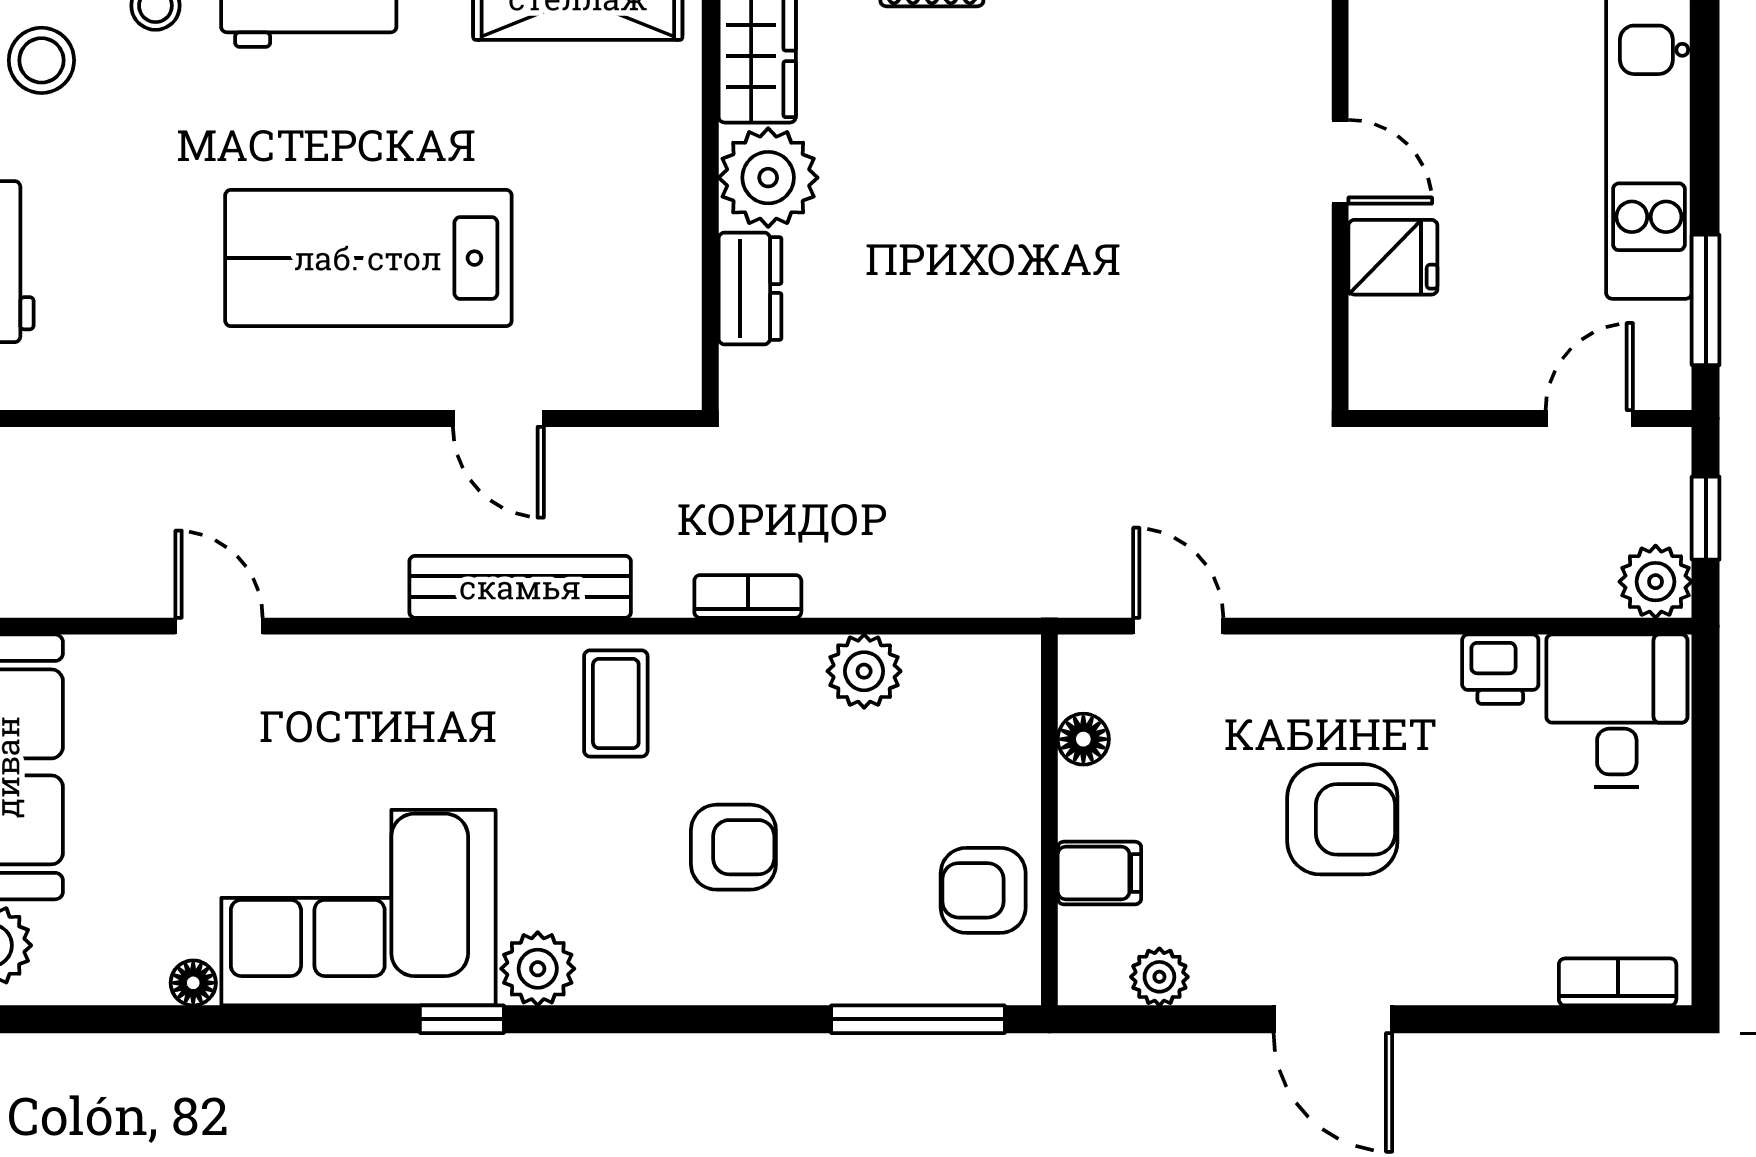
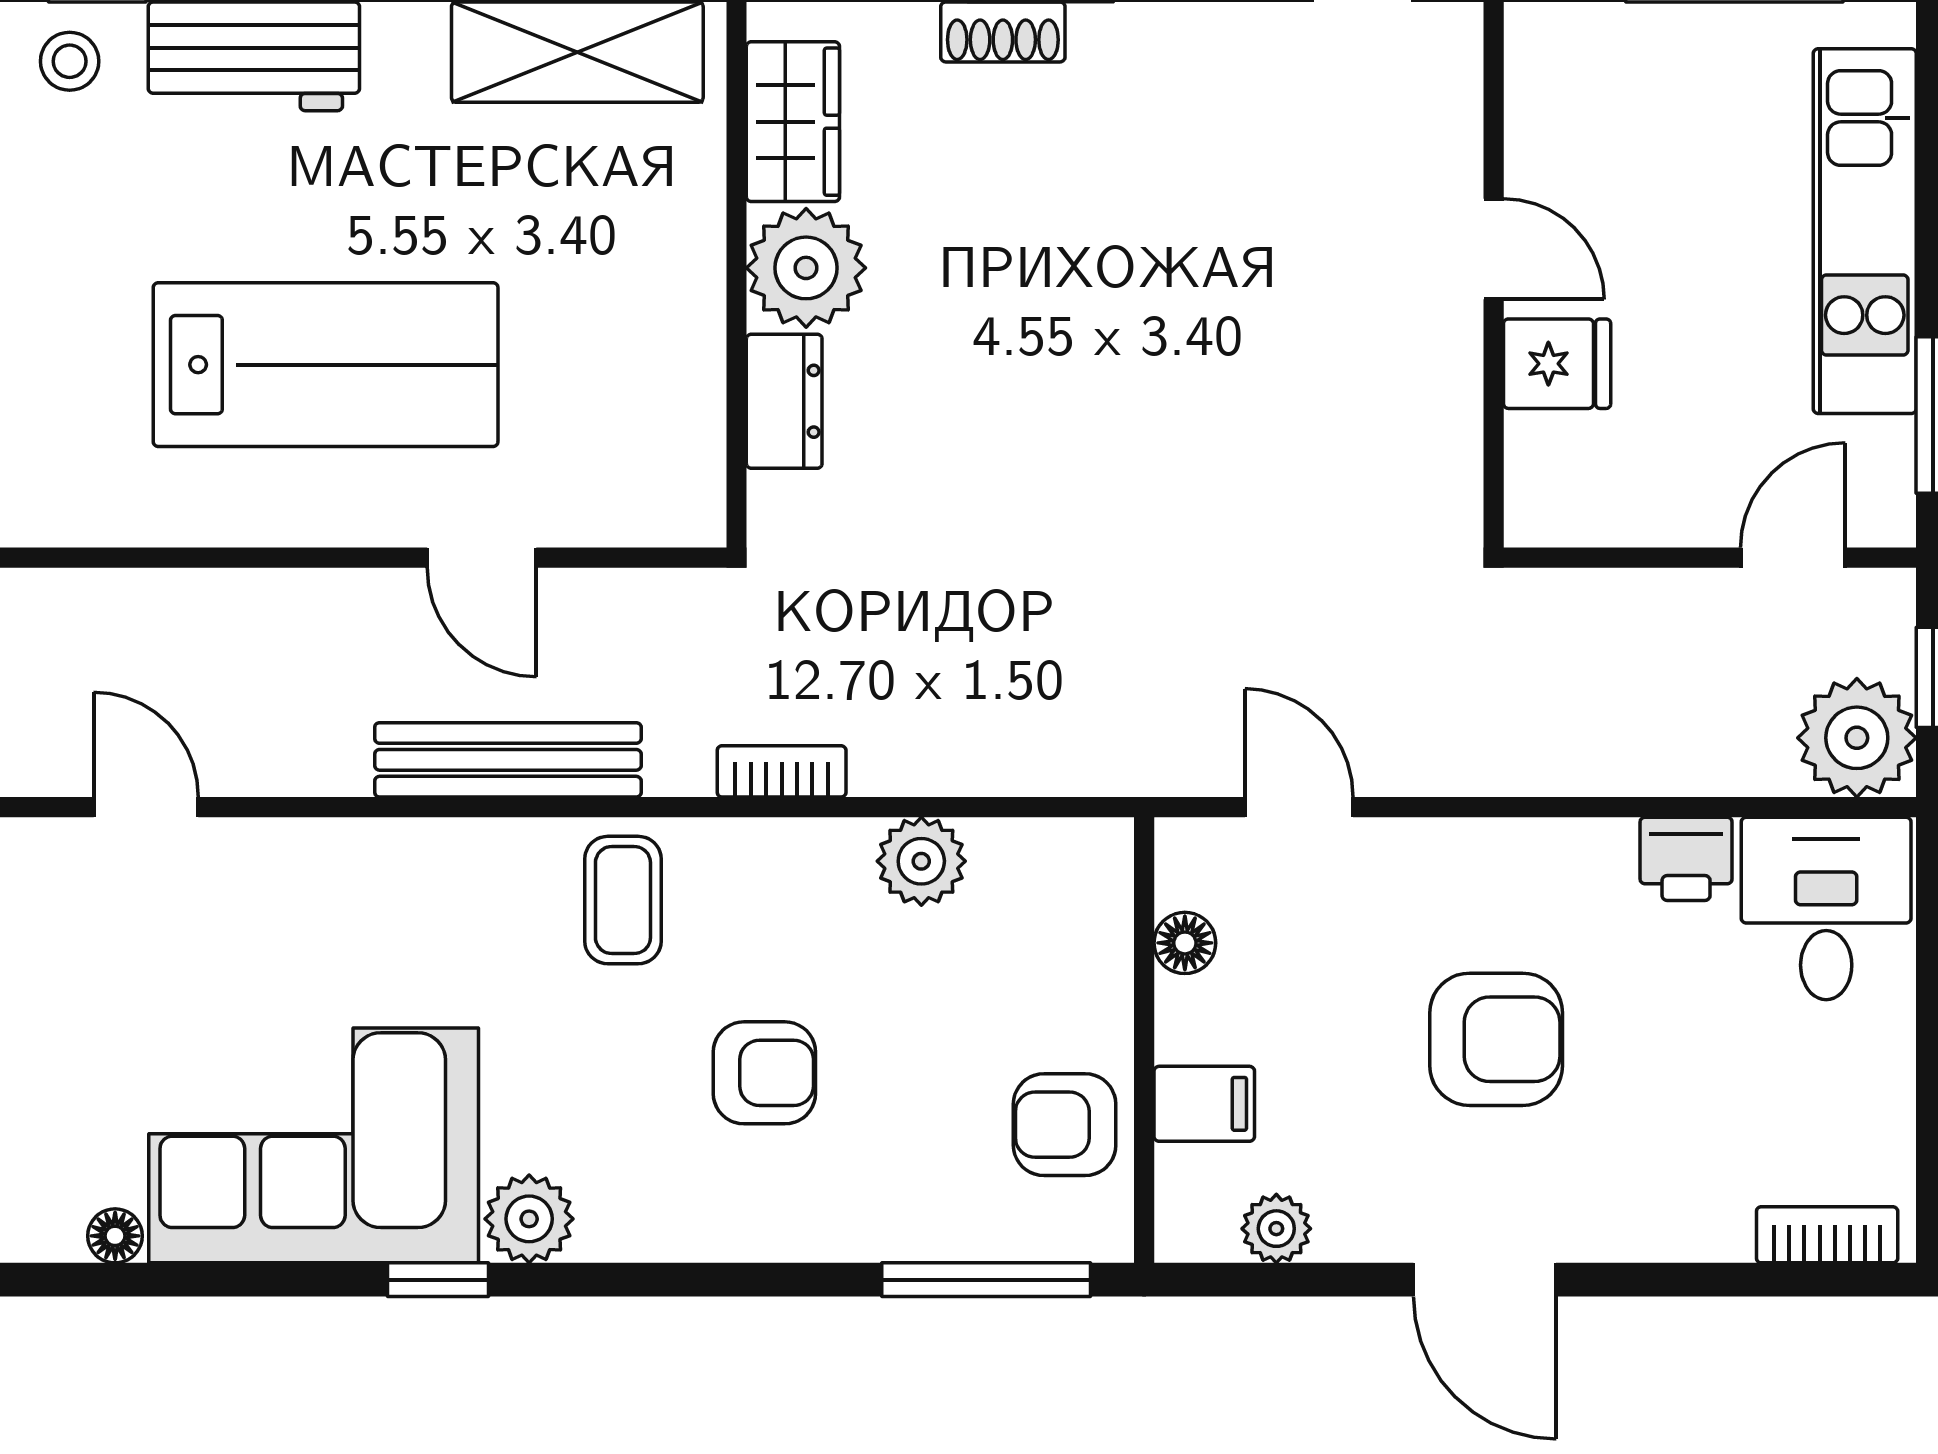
lab bench: (368, 258) -> (326, 365), turned 180
plant: (1656, 582) -> (1857, 738), width x1.36, depth x1.36

